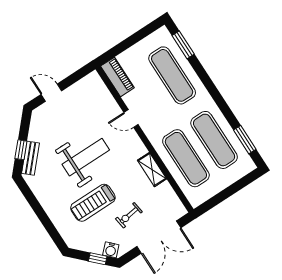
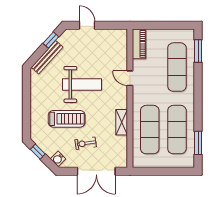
window: (21, 150) -> (51, 40), moved
bench: (30, 158) -> (47, 57), width x1.36
treadmill: (93, 203) -> (67, 119), turned 180
window: (98, 259) -> (38, 152), moved

